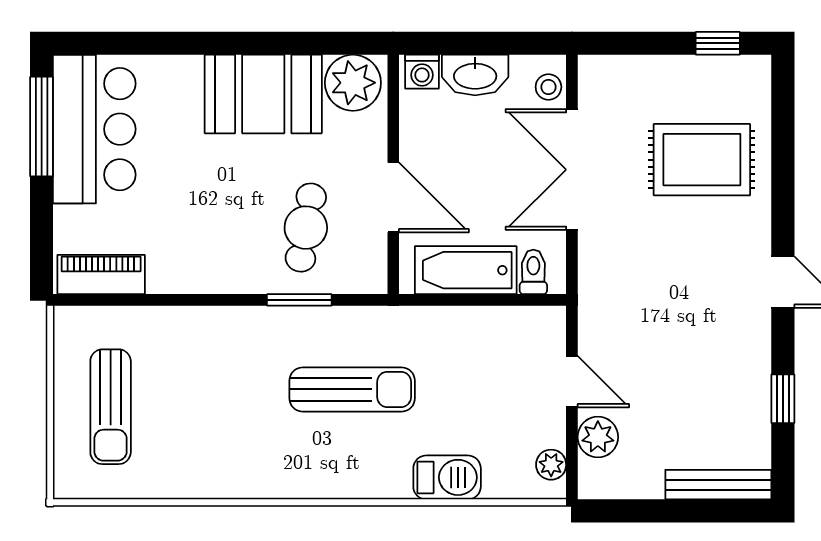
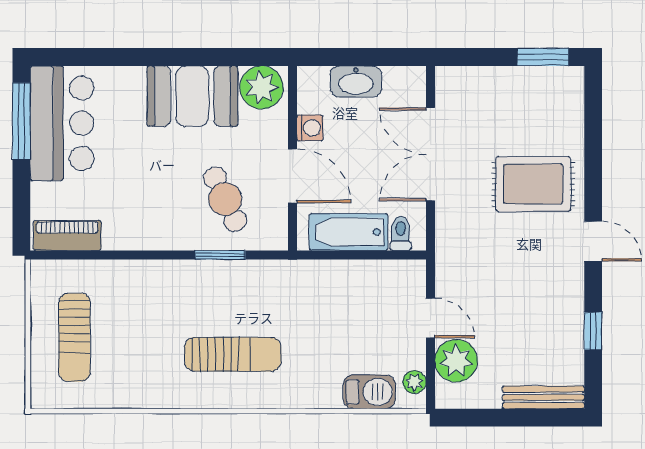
window: (718, 43) -> (543, 57), width x1.50
washing machine: (422, 72) -> (310, 128), moved, turned -90
stool: (548, 87) -> (412, 91), removed
rug: (702, 160) -> (533, 184), moved
cafe table: (306, 228) -> (225, 199), turned -35
sun lounger: (352, 389) -> (233, 354), moved
plant: (598, 437) -> (456, 361), width x1.36, depth x1.36
barbecue: (447, 477) -> (369, 392), moved

